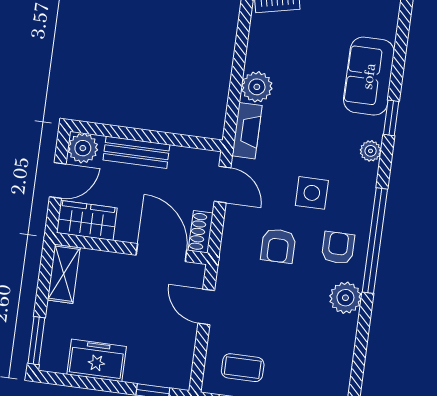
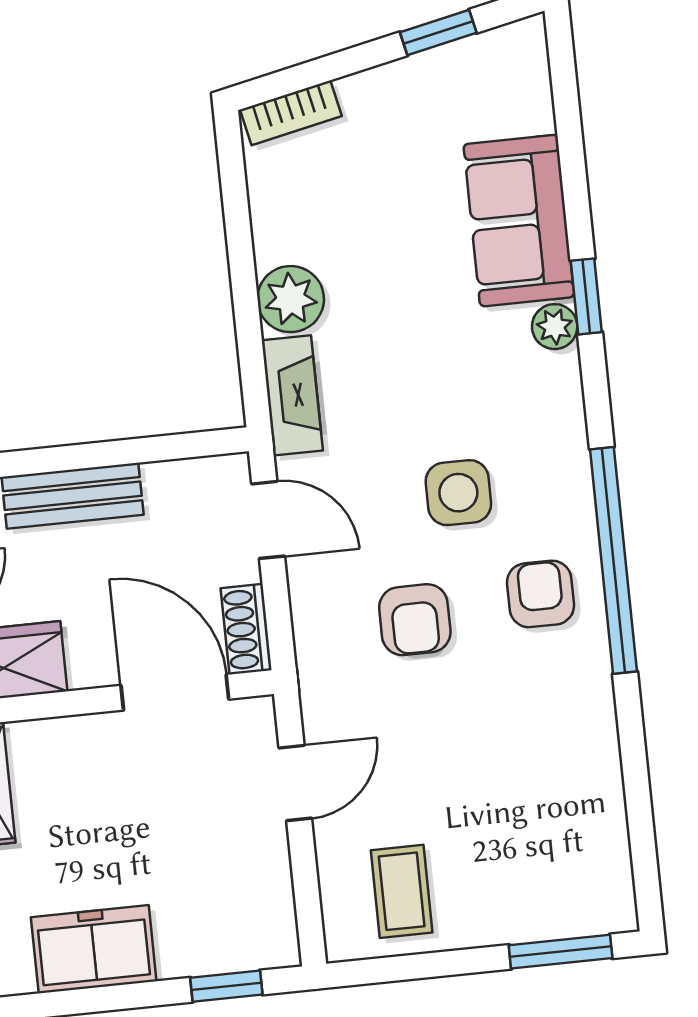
plant: (371, 151) -> (555, 327), moved
plant: (345, 298) -> (581, 694), removed
door: (206, 307) -> (295, 783), swing flipped
coffee table: (243, 368) -> (402, 891), turned 90

